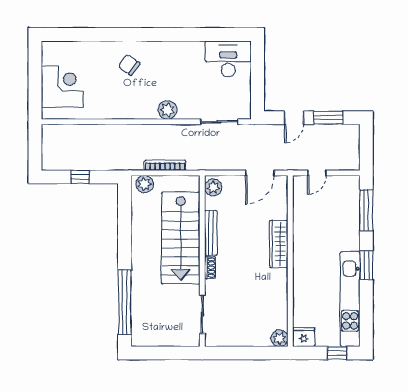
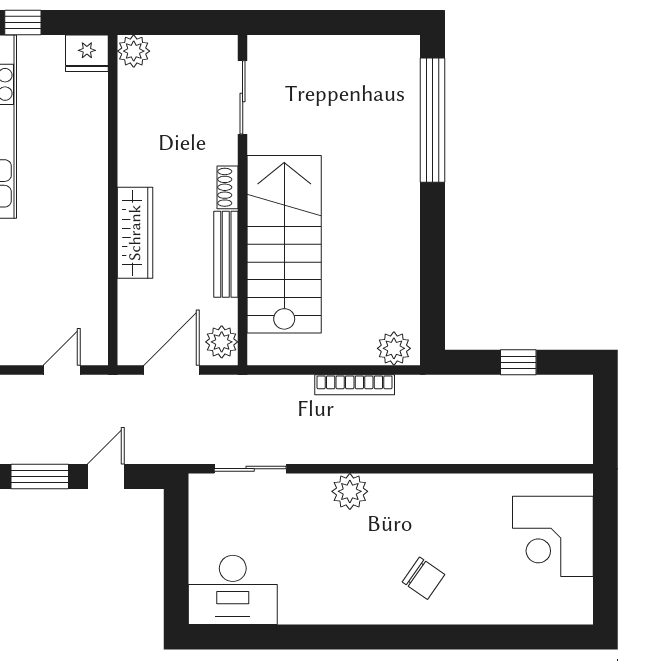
plant: (213, 187) -> (222, 342), moved
bench: (211, 233) -> (226, 254), moved
stairs: (181, 238) -> (284, 244), moved
wall: (202, 261) -> (243, 200), moved
shoe rack: (210, 268) -> (227, 187), moved
sliding door: (202, 314) -> (243, 97), moved

